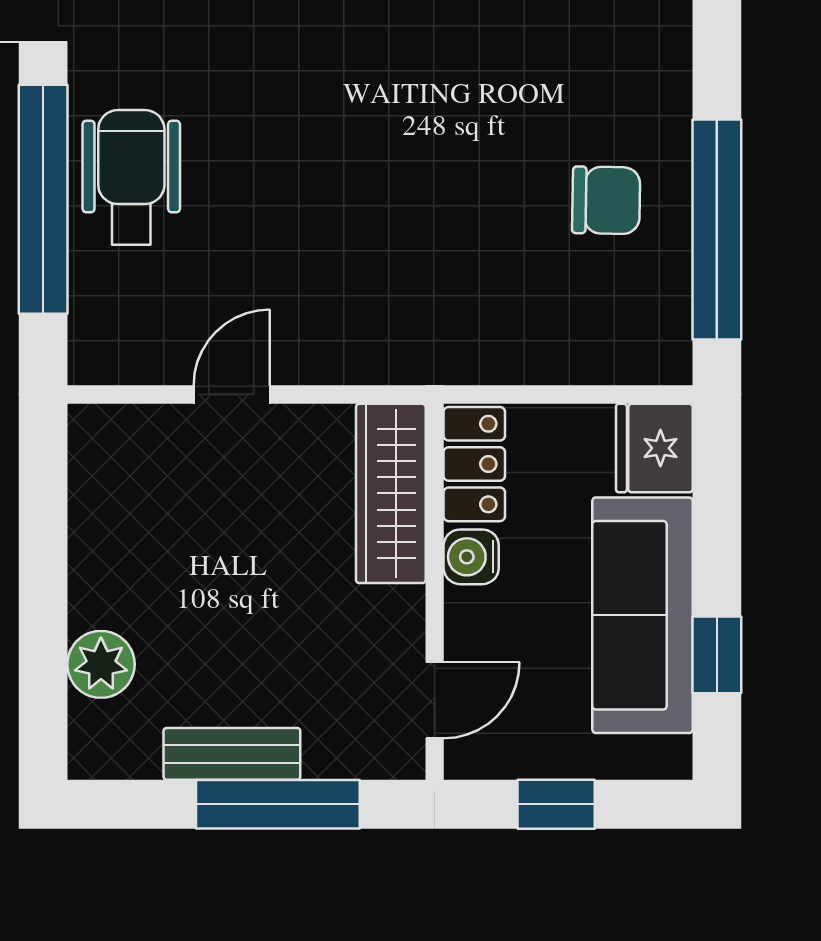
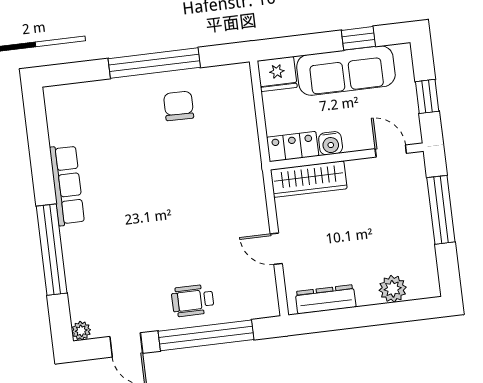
wheelchair: (131, 177) -> (193, 300), width x0.73, depth x0.73
window: (717, 229) -> (154, 63), moved
dresser: (95, 499) -> (326, 299), added
bench: (232, 754) -> (423, 231), removed

